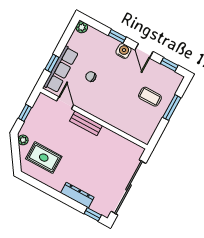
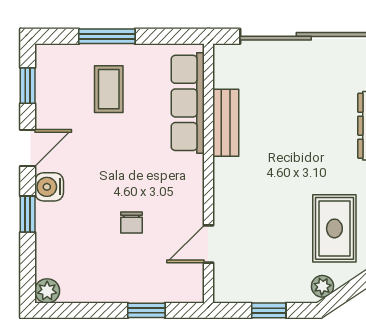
row of seats: (61, 69) -> (188, 103), moved, turned -90
bench: (86, 123) -> (226, 123), moved

